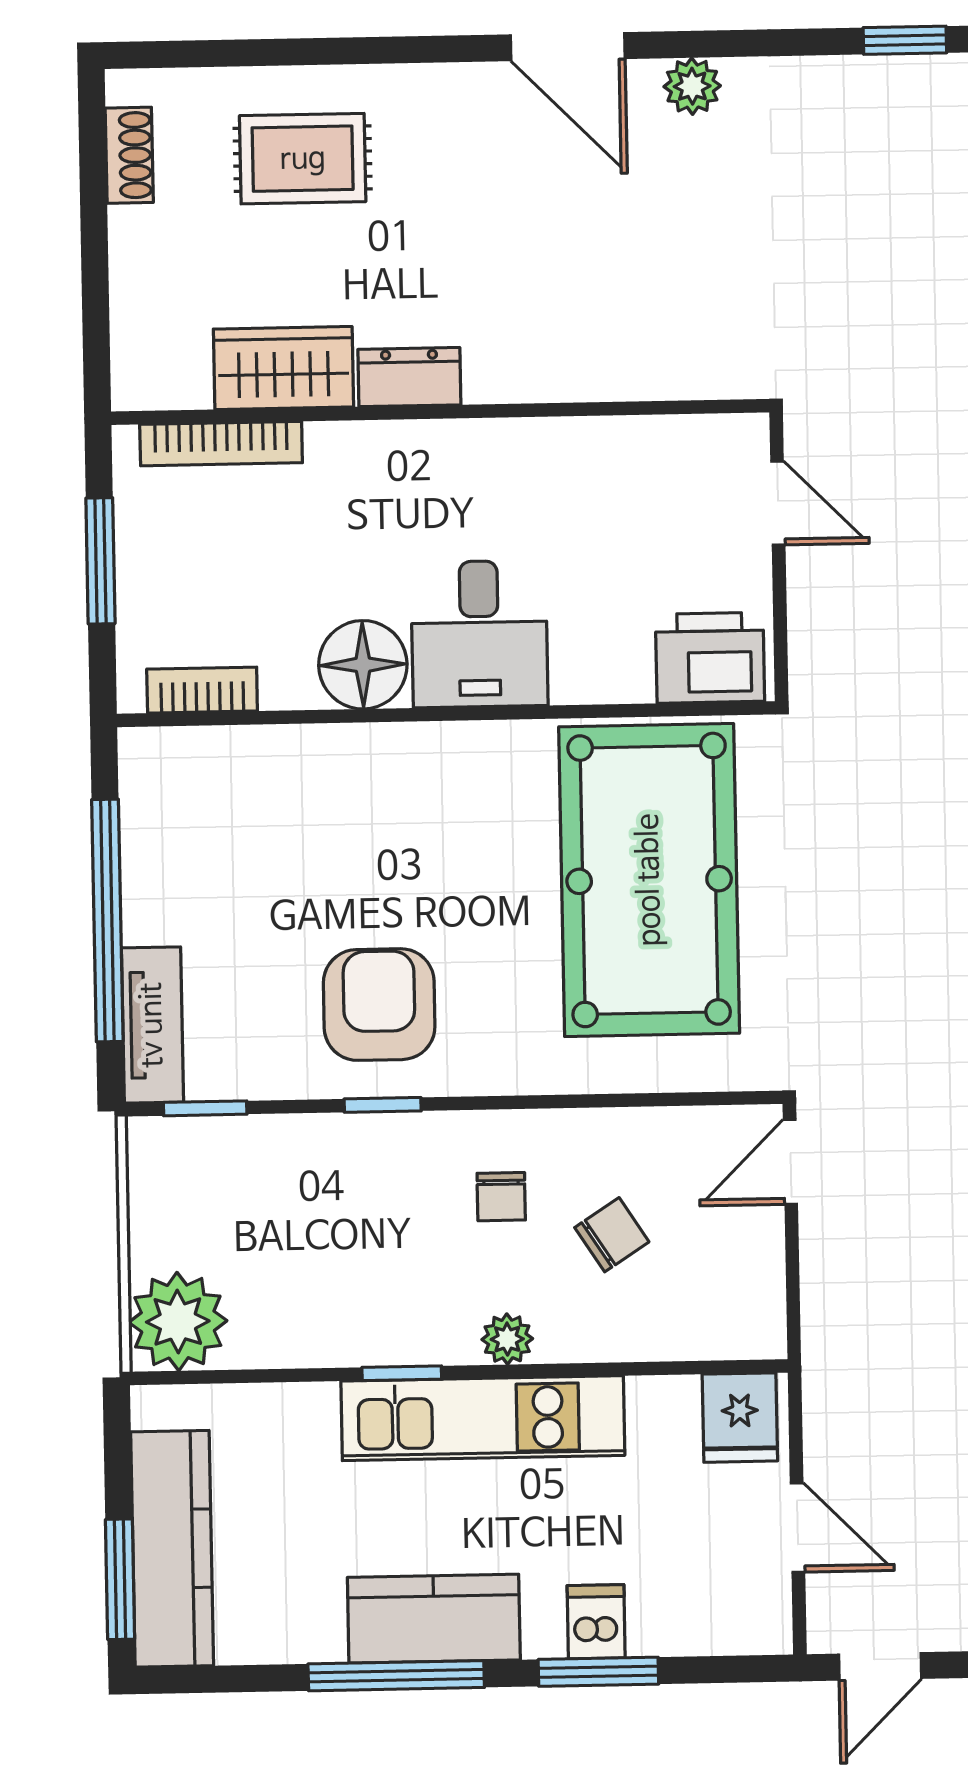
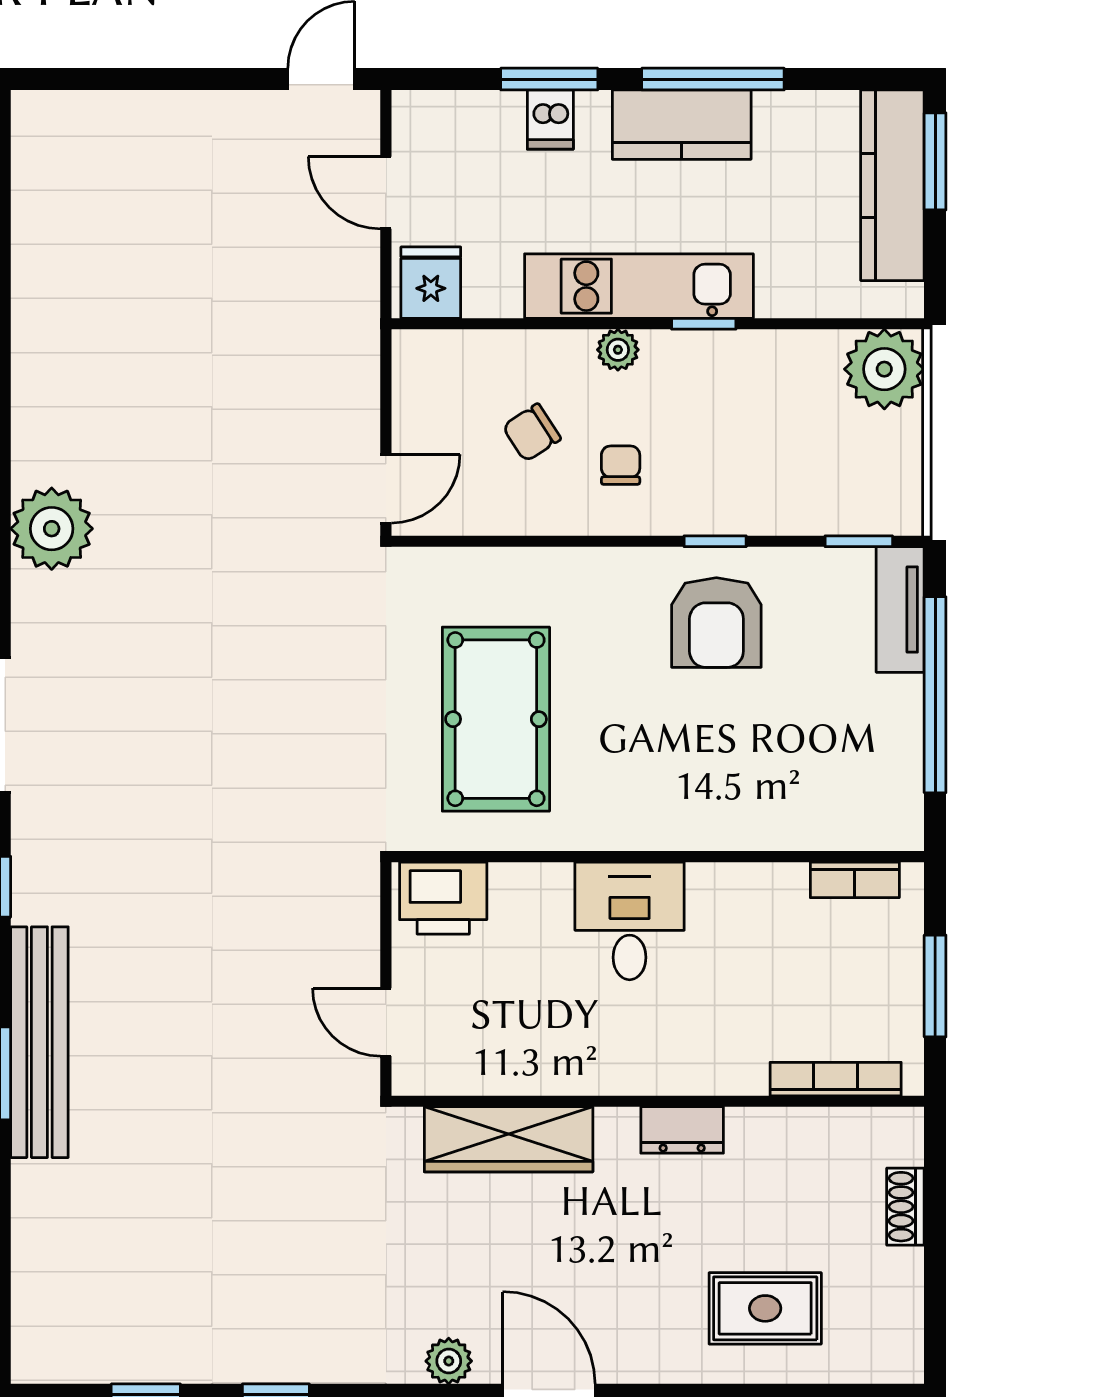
shoe rack: (129, 155) -> (905, 1207), moved
wardrobe: (283, 368) -> (509, 1139), moved, width x1.50
floor lamp: (363, 665) -> (724, 898), removed
pool table: (649, 880) -> (496, 719), width x0.73, depth x0.76

